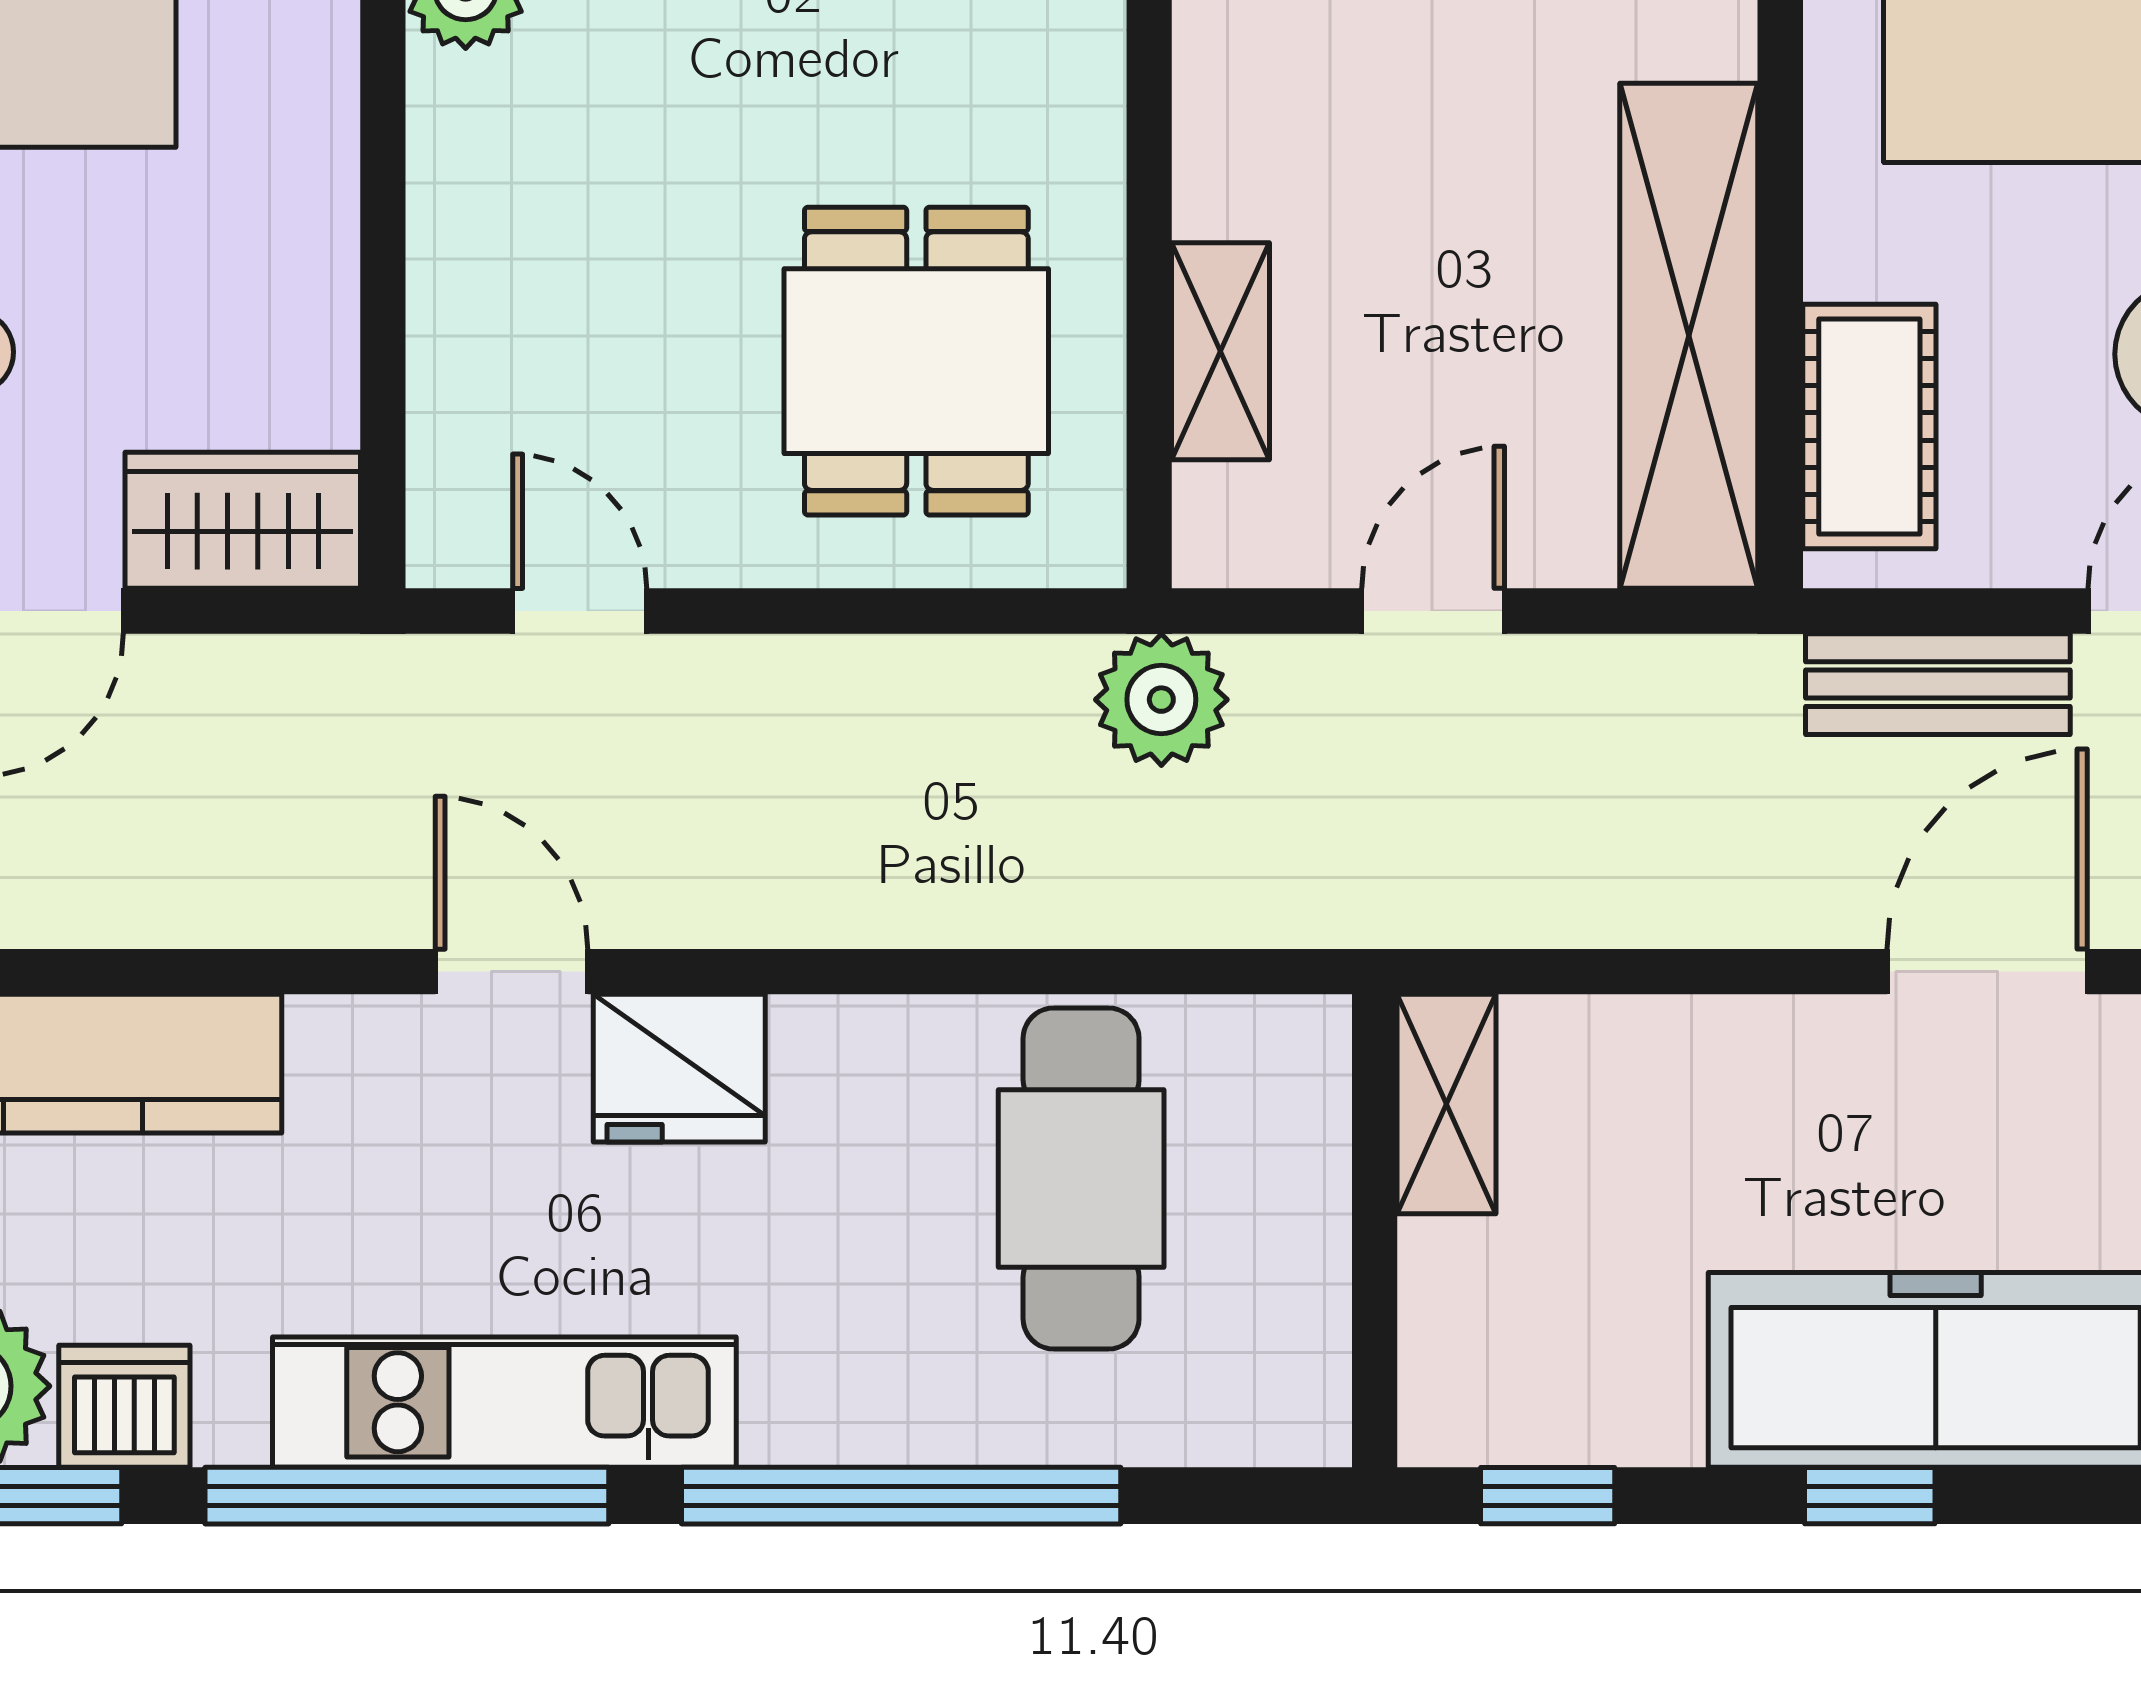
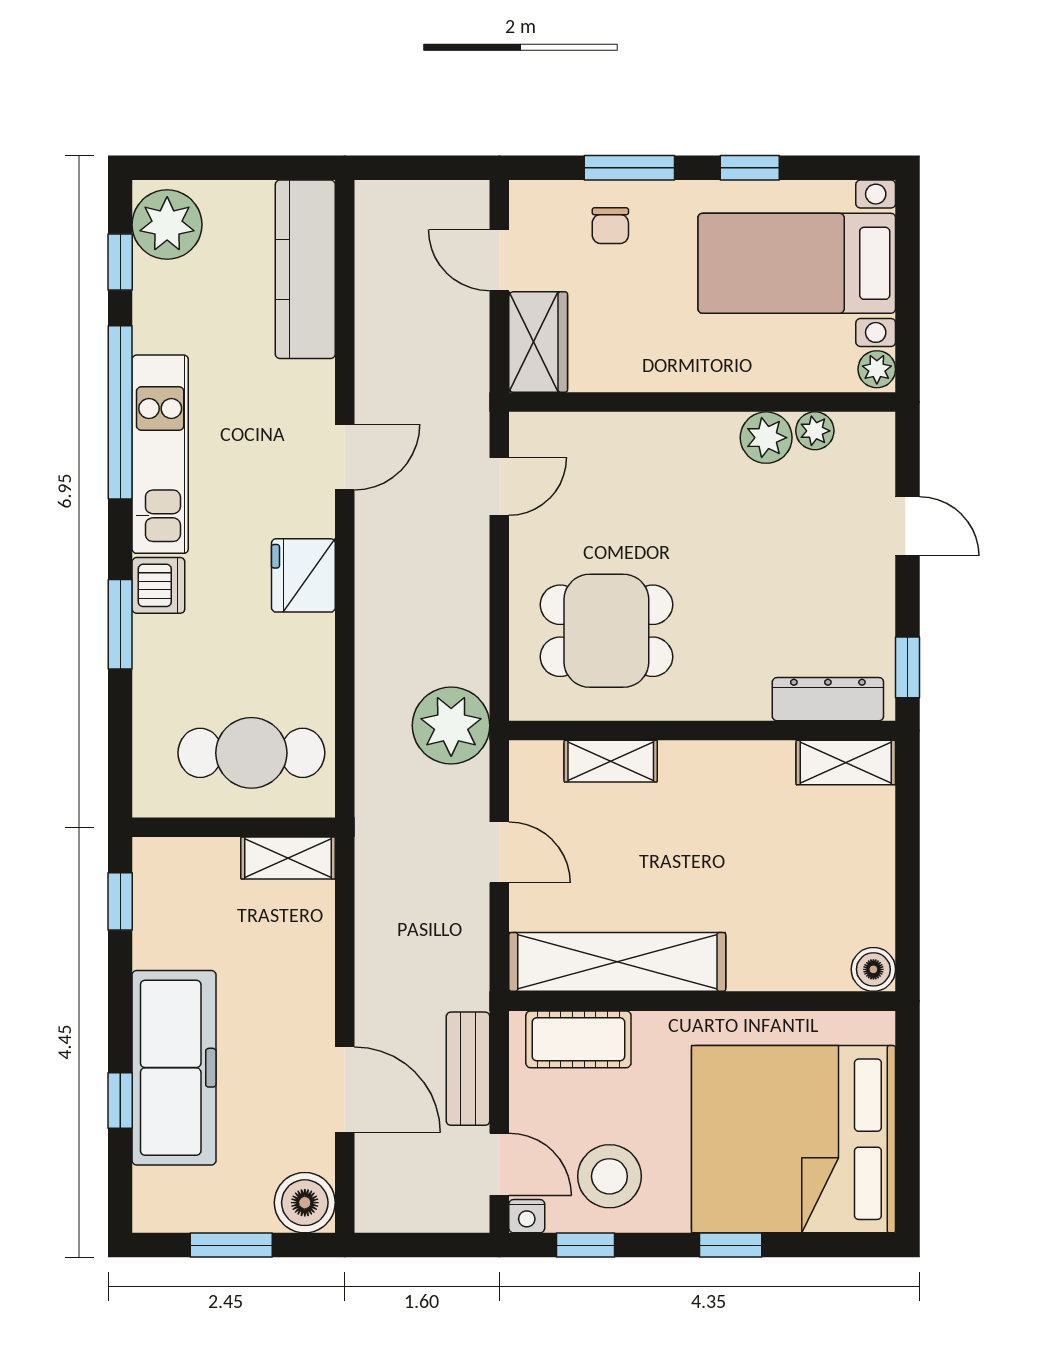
plant: (1161, 700) -> (451, 726), width x1.36, depth x1.36
fridge: (679, 1068) -> (303, 575), moved
cafe table: (1081, 1179) -> (251, 753), moved
dishwasher: (124, 1406) -> (158, 585), moved
window: (901, 1496) -> (120, 624), width x0.47
window: (1870, 1496) -> (120, 1100), moved

